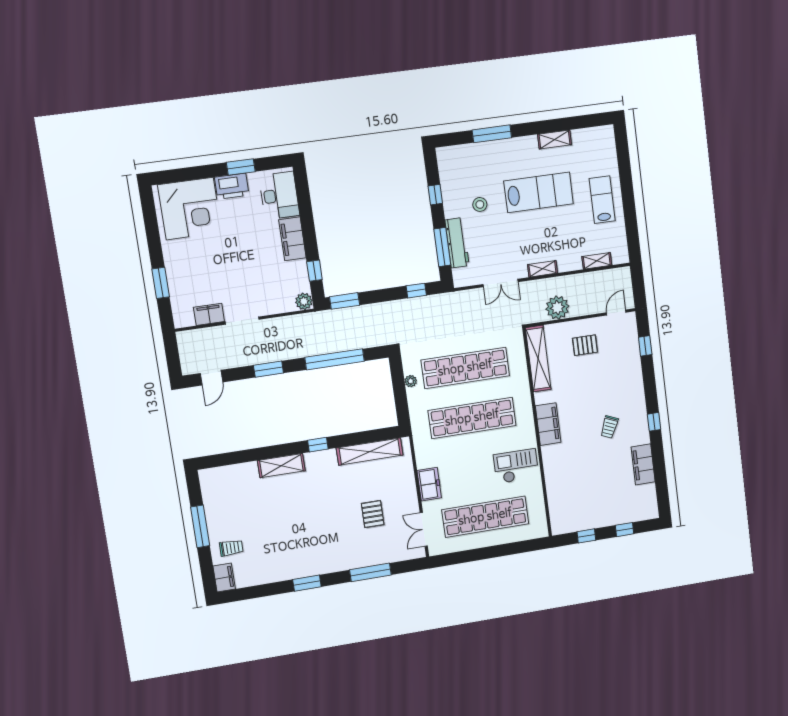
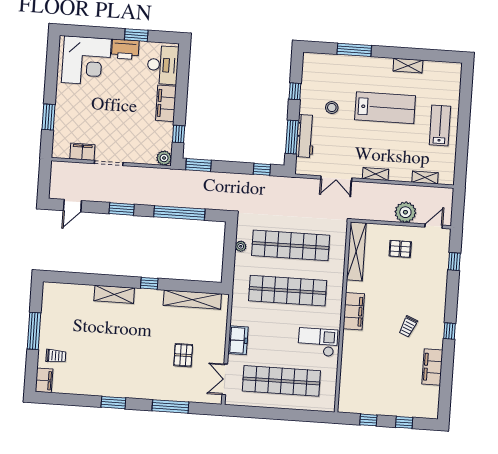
plant: (557, 308) -> (405, 212), moved

